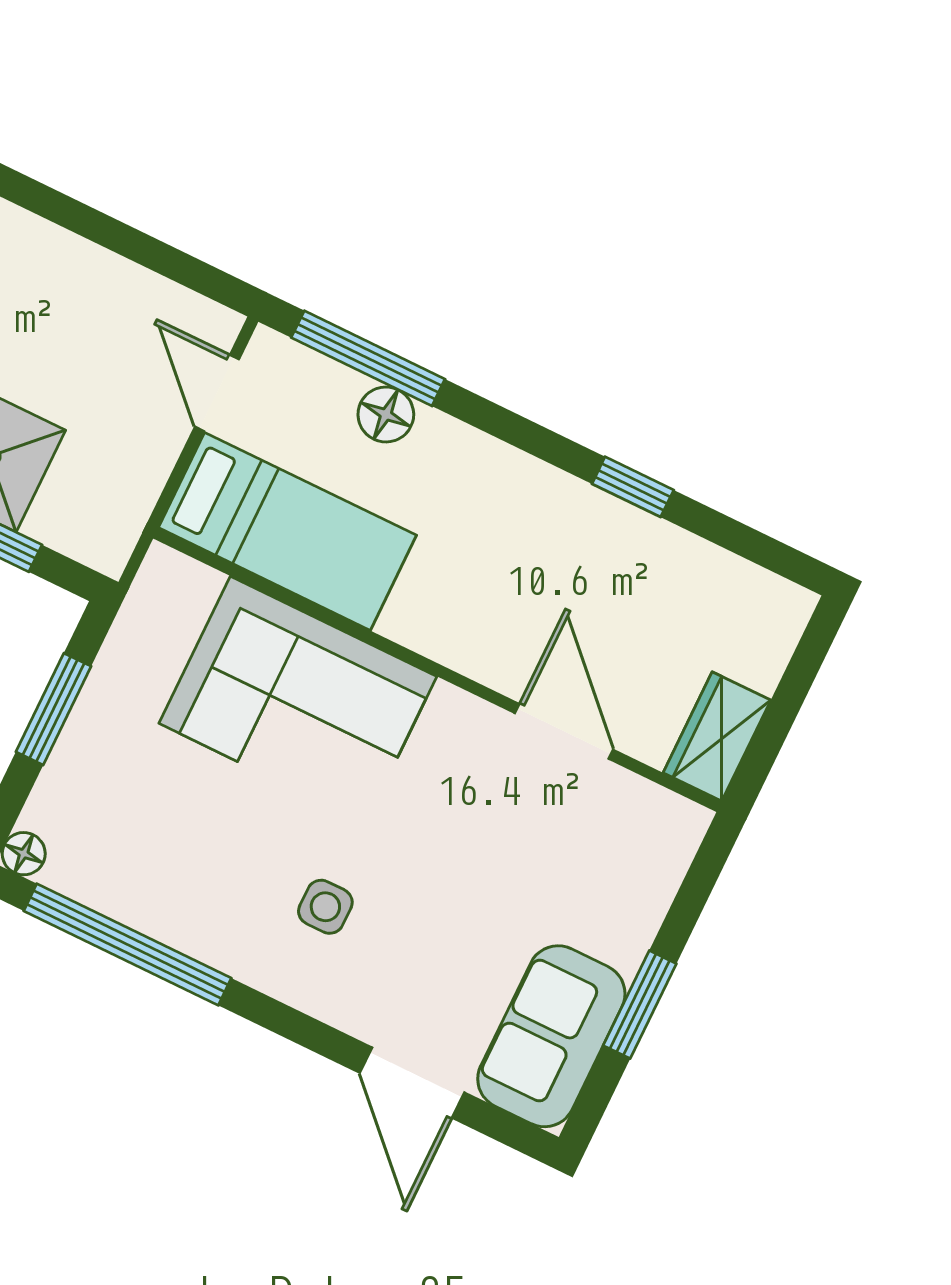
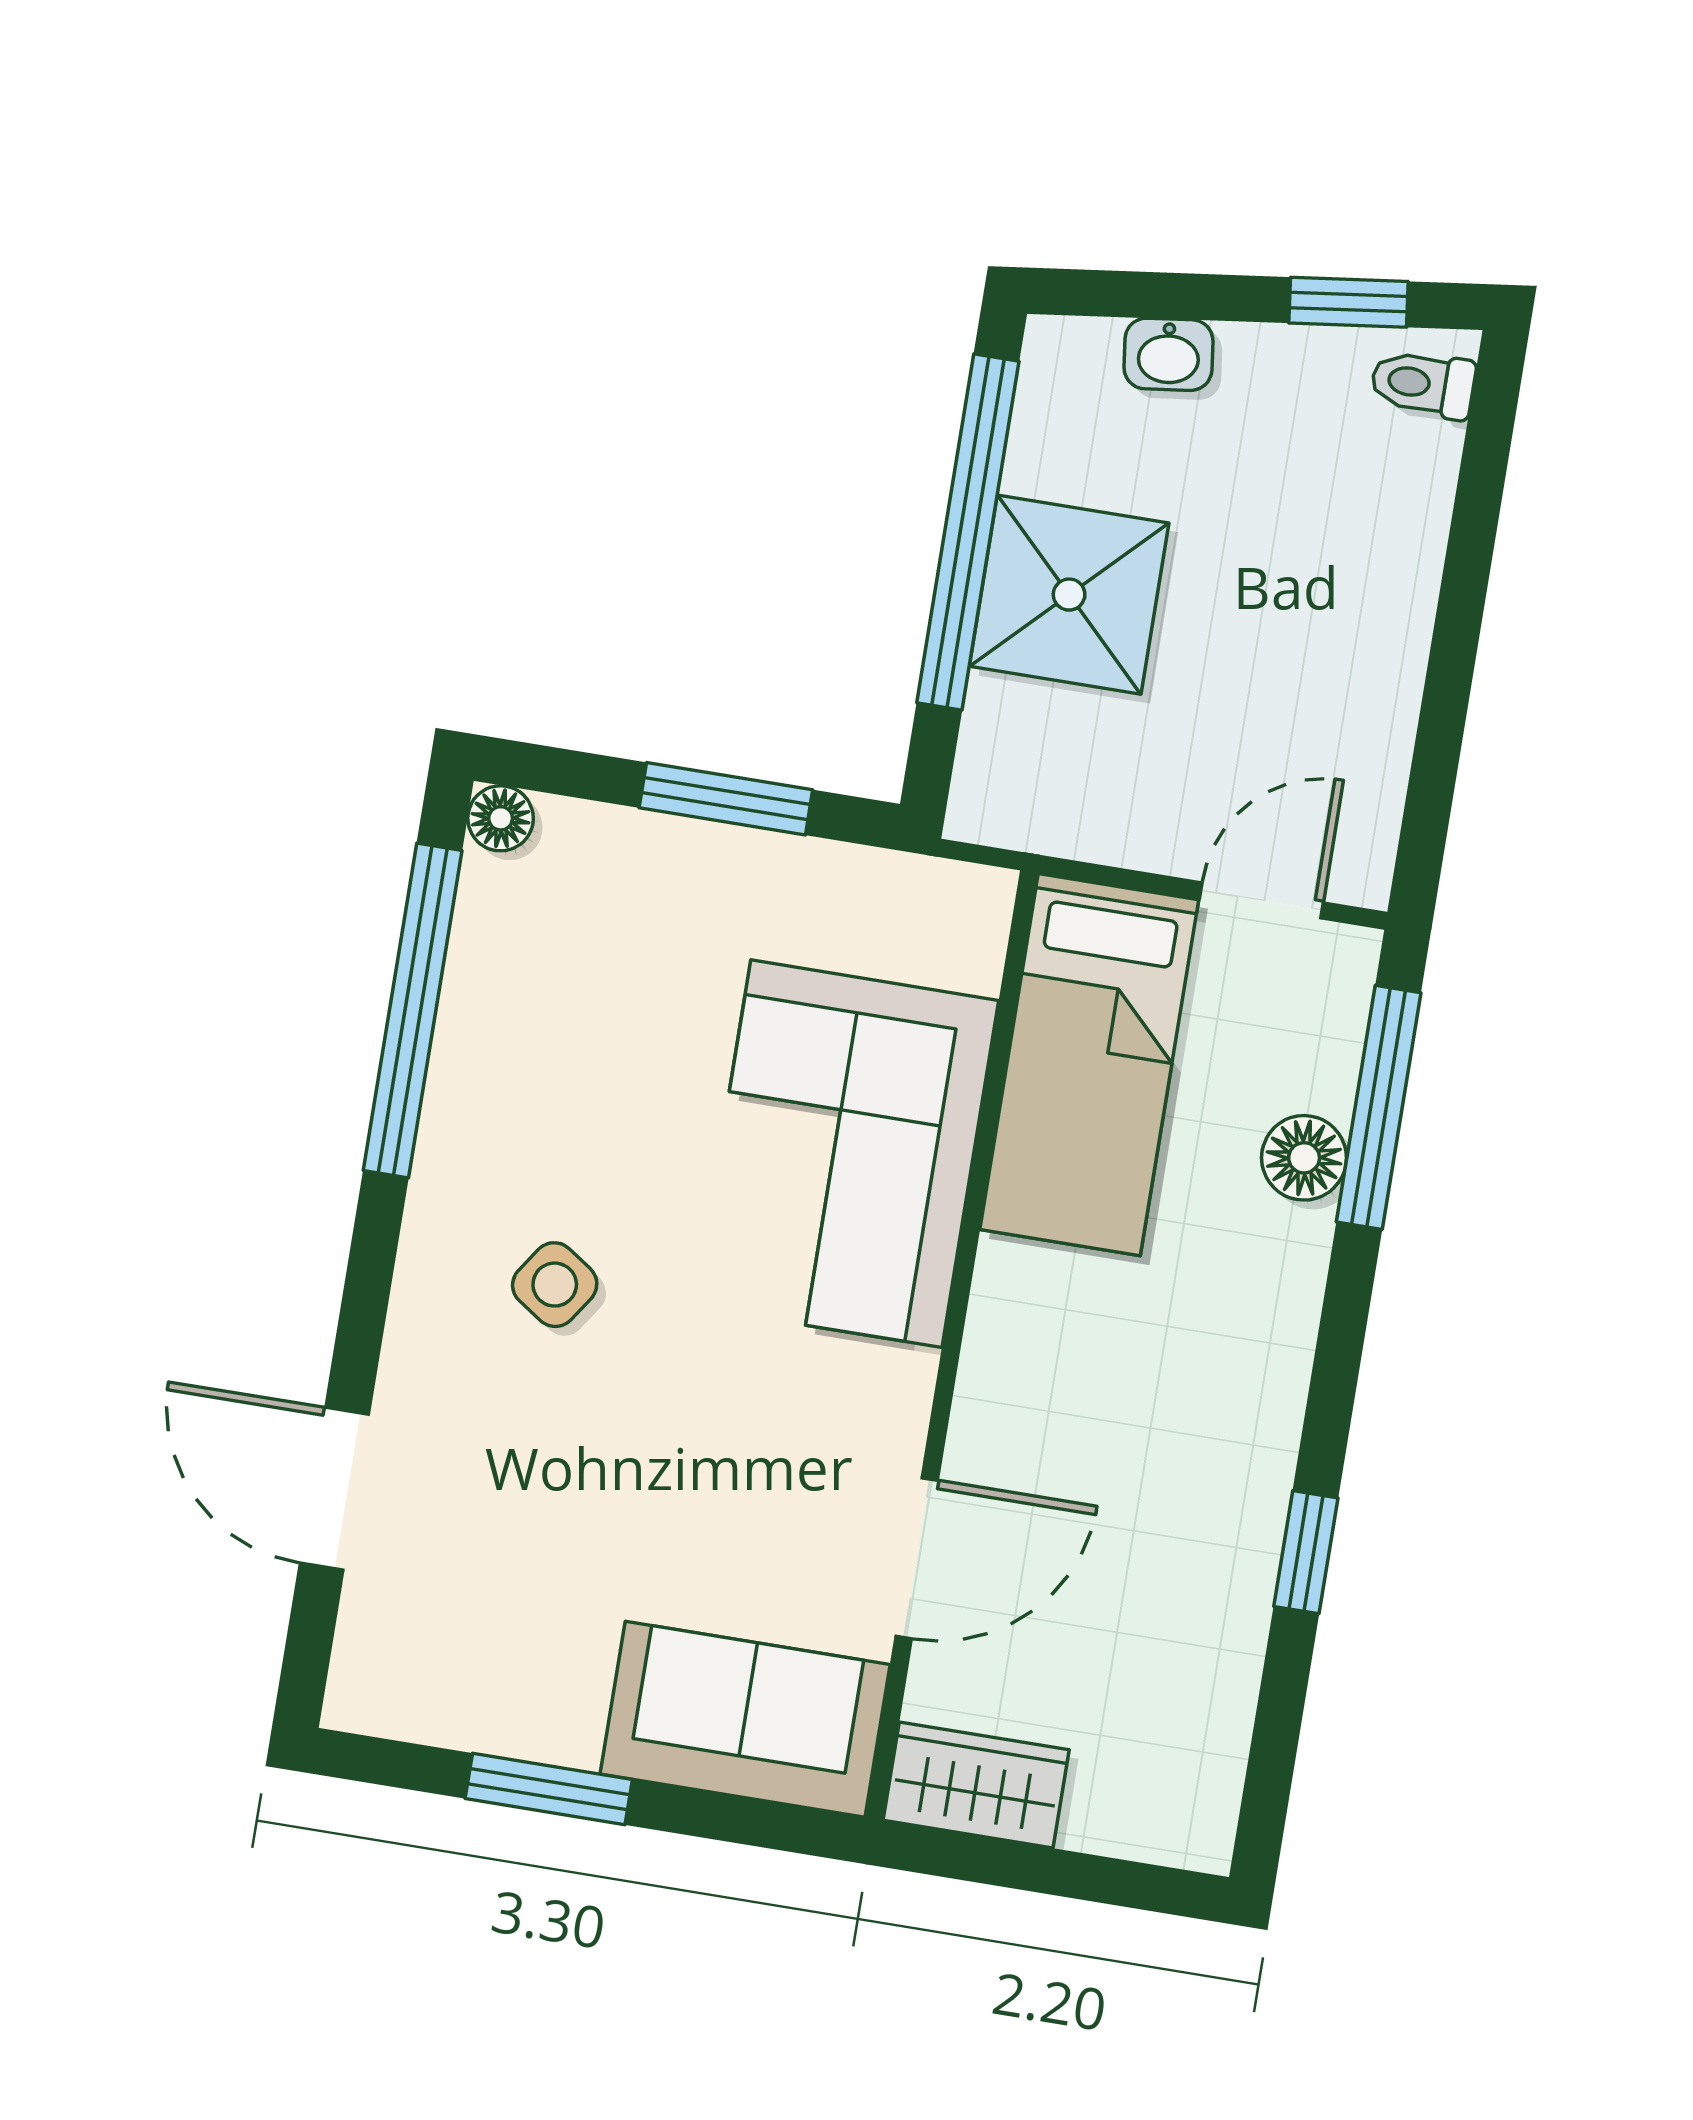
side table: (325, 907) -> (555, 1285), turned 34
sofa: (551, 1036) -> (745, 1719), moved
door: (412, 1083) -> (334, 1489), hinge flipped

